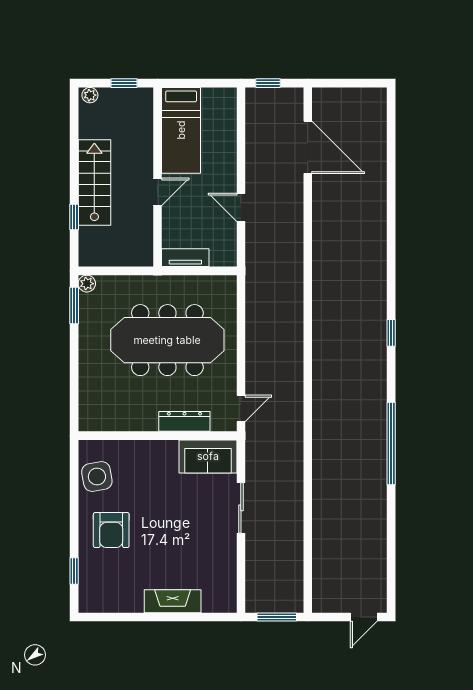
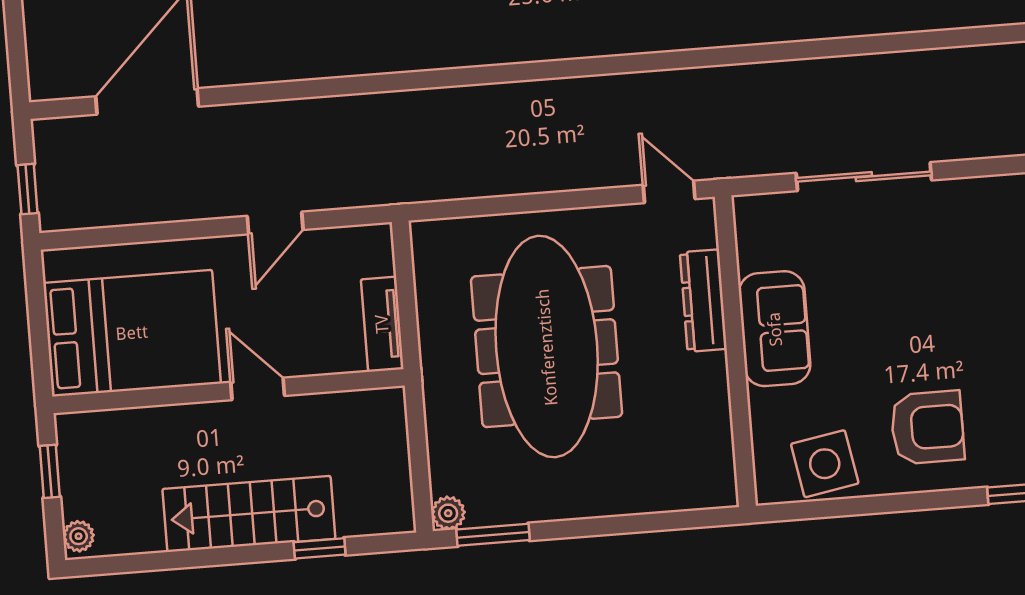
bed: (181, 130) -> (132, 333), width x1.50
sofa: (208, 456) -> (775, 329), moved
sliding door: (241, 508) -> (864, 177), width x1.37

